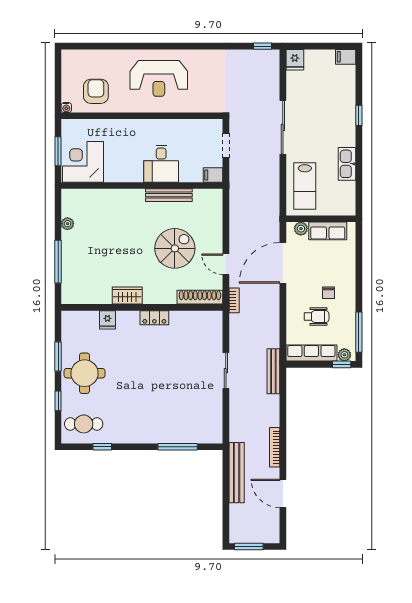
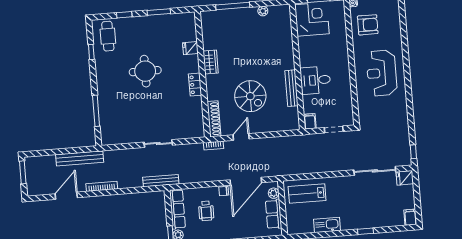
sliding door: (283, 127) -> (375, 171), moved
door: (283, 263) -> (246, 181), swing flipped
chair: (328, 293) -> (224, 191), moved
round table: (85, 373) -> (145, 71), moved

